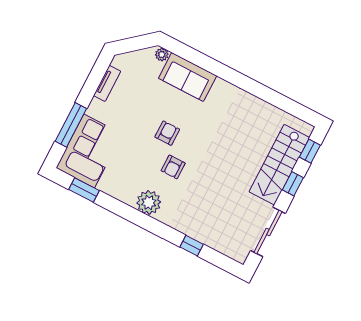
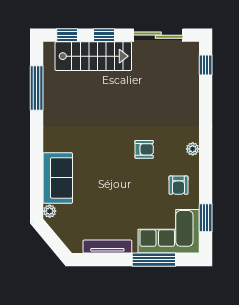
tv unit: (107, 83) -> (107, 246), width x1.41
window: (277, 100) -> (37, 88), added
armchair: (167, 133) -> (178, 185), moved, turned -90
plant: (149, 202) -> (193, 149), width x0.53, depth x0.53
window: (192, 246) -> (206, 65), moved

